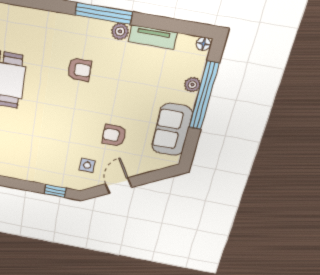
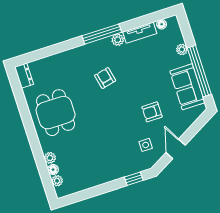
floor lamp: (203, 44) -> (162, 24), moved
armchair: (79, 70) -> (105, 78), turned -103
window: (204, 96) -> (199, 71), moved

